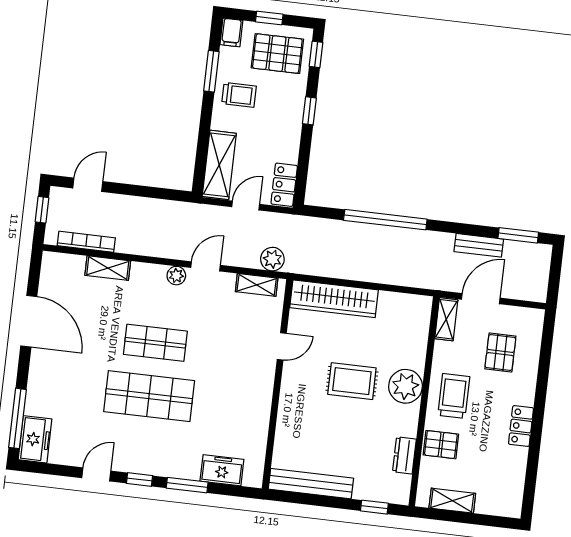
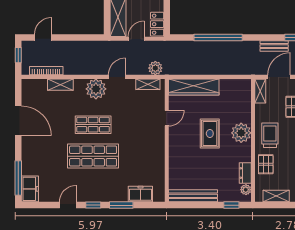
plant: (176, 276) -> (96, 89), width x1.88, depth x1.88
rug: (352, 381) -> (210, 133), turned 90
pallet: (441, 445) -> (266, 164), turned 90
plant: (402, 484) -> (246, 190), added

